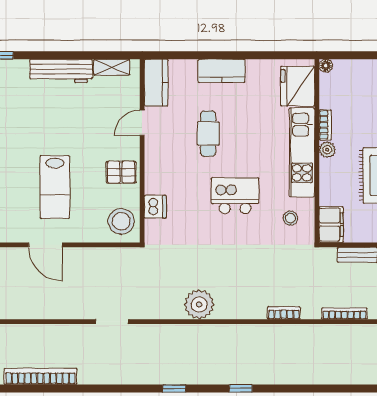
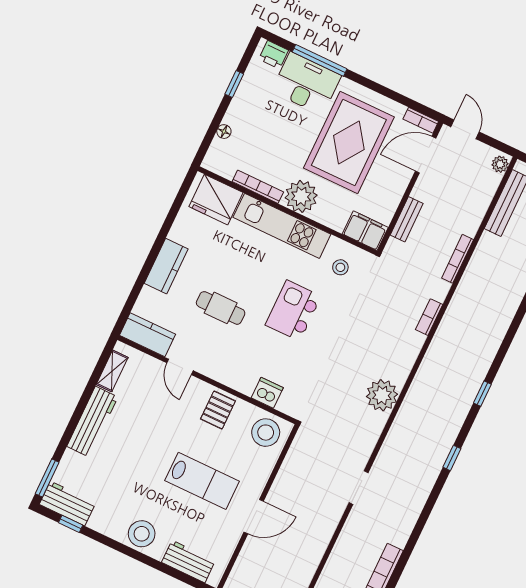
floor lamp: (326, 66) -> (224, 132), moved
bookcase: (325, 125) -> (258, 187), width x1.56
plant: (327, 150) -> (301, 196), width x1.88, depth x1.88

